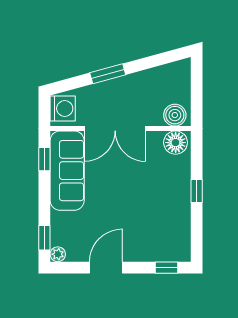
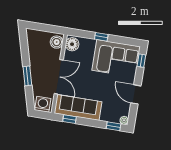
corner sofa: (163, 223) -> (116, 58), added

